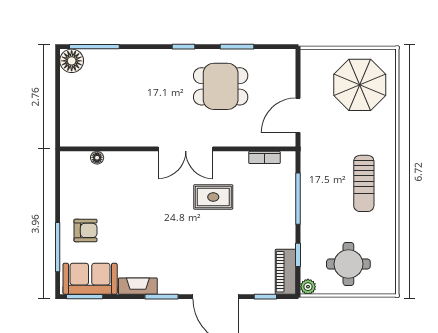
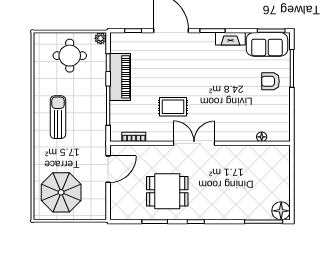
piano: (286, 272) -> (120, 77), moved, width x1.37, depth x1.33

